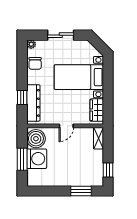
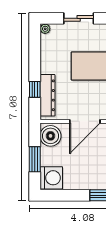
chair: (35, 63) -> (50, 51), removed
door: (66, 126) -> (85, 121), width x1.88
washing machine: (37, 159) -> (51, 178), moved

